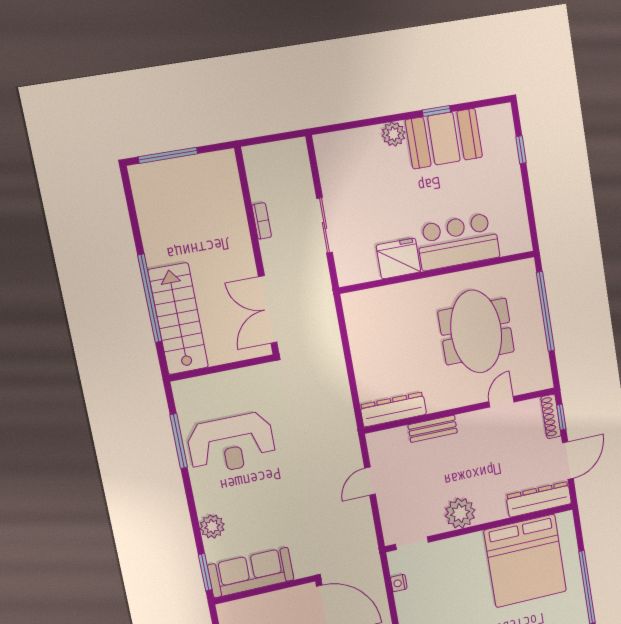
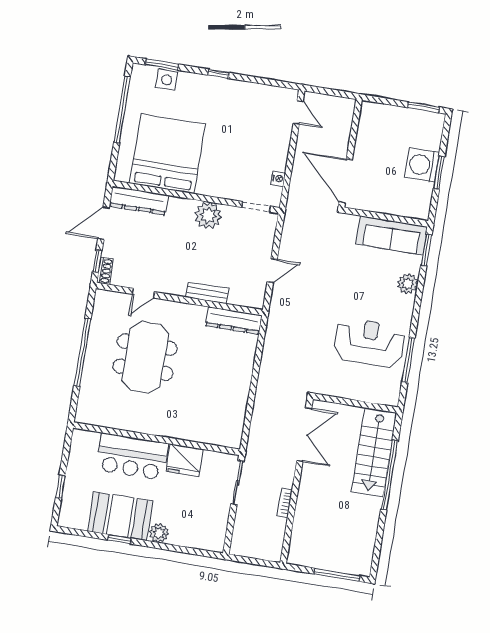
bar counter: (458, 242) -> (132, 457), moved
fridge: (399, 258) -> (184, 460), moved
wall: (438, 272) -> (156, 439), moved
shoe rack: (551, 416) -> (105, 271), width x0.70

